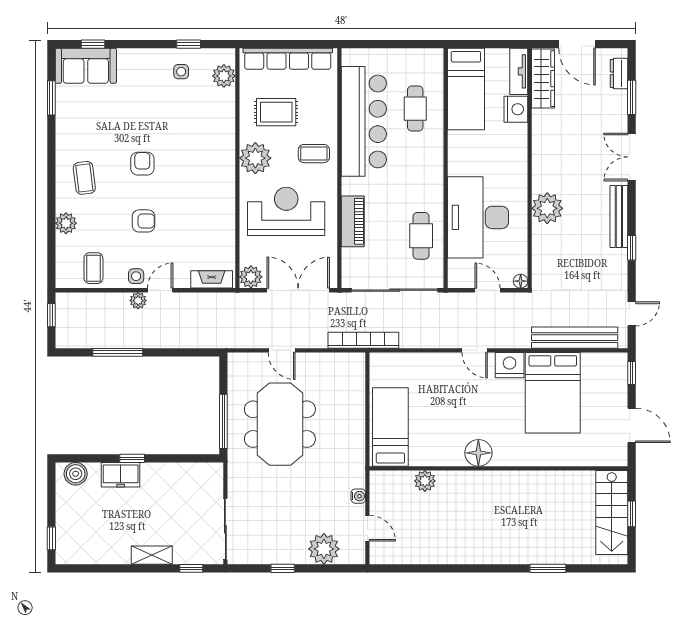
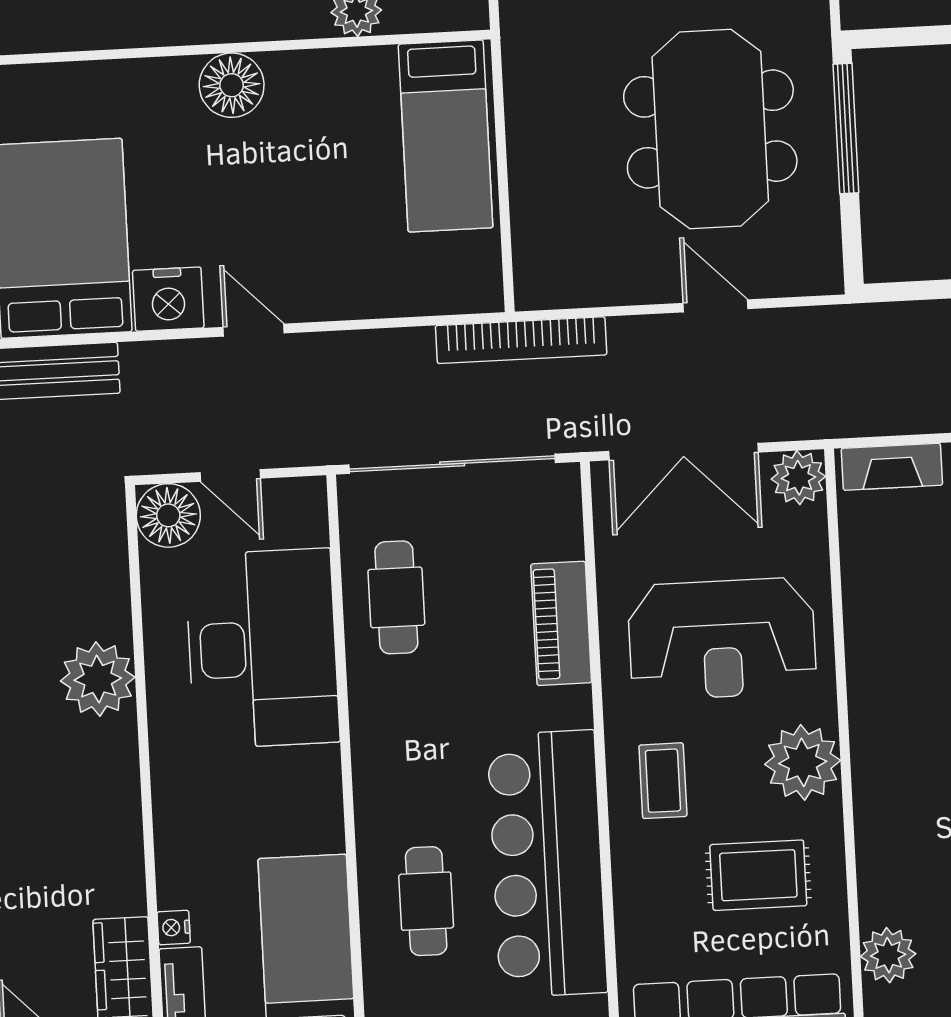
nightstand: (516, 109) -> (174, 927), width x0.53, depth x0.56
coffee table: (314, 154) -> (663, 781), turned 90
floor lamp: (521, 281) -> (168, 515), width x1.89, depth x1.89

